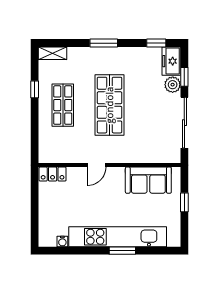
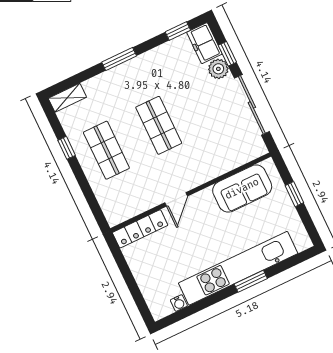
shop shelf: (110, 105) -> (159, 125), width x0.70, depth x0.74
locker: (53, 174) -> (140, 229), width x1.53

